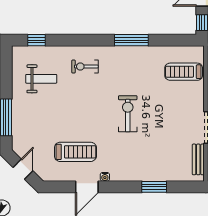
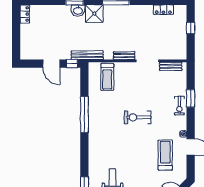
window: (131, 40) -> (84, 115), width x1.46
exercise bike: (85, 67) -> (179, 106), moved

